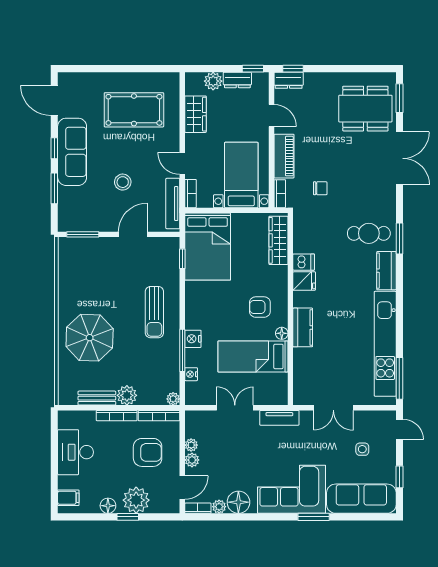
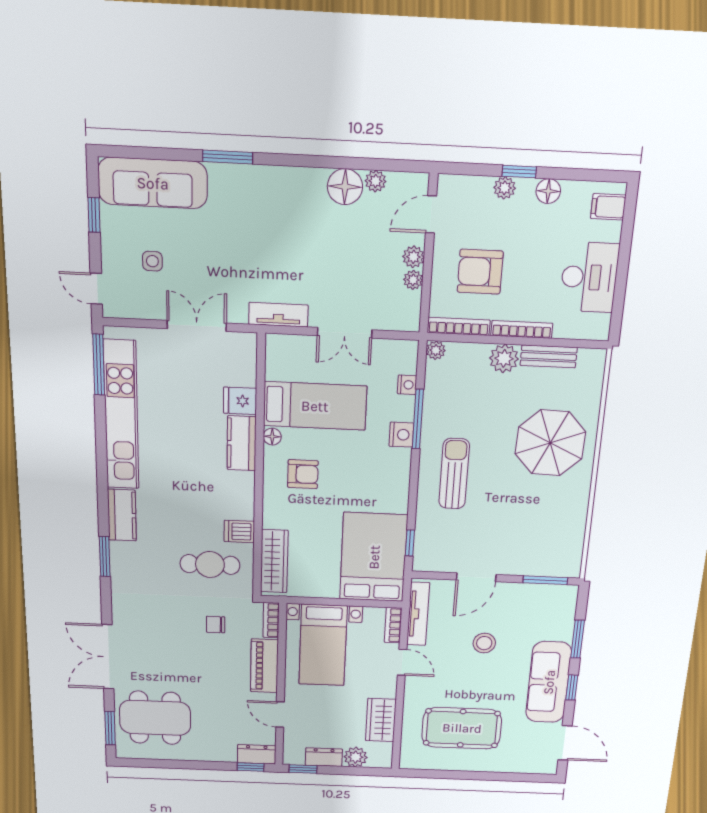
cafe table: (369, 233) -> (210, 565), moved
fridge: (304, 281) -> (240, 401), moved
corner sofa: (292, 489) -> (262, 203), removed
plant: (136, 500) -> (505, 188), width x0.53, depth x0.53
bookcase: (198, 508) -> (409, 180), removed

